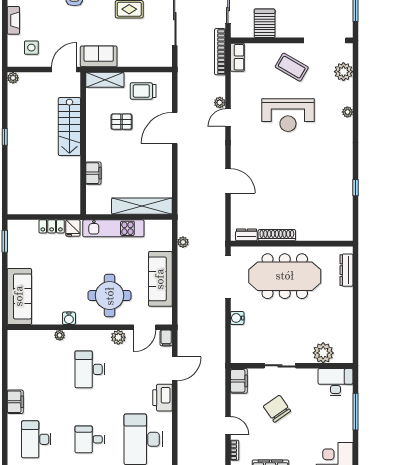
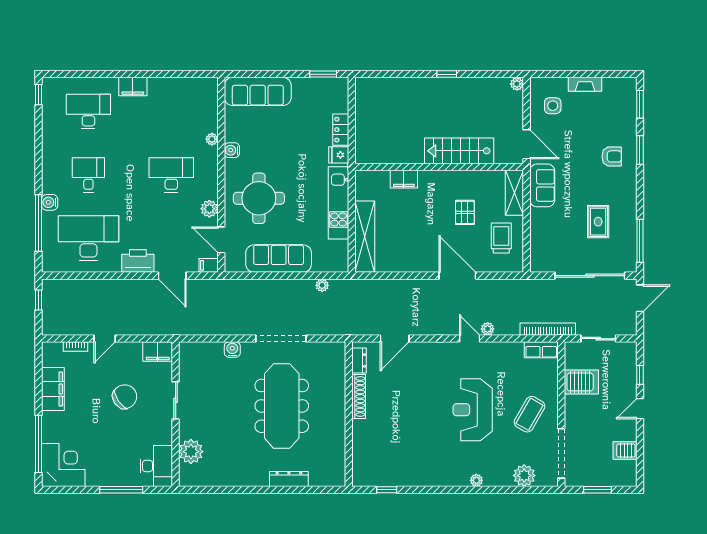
dresser: (246, 235) -> (359, 360), moved
shoe rack: (277, 235) -> (359, 397), moved
wall: (292, 244) -> (349, 414), moved

